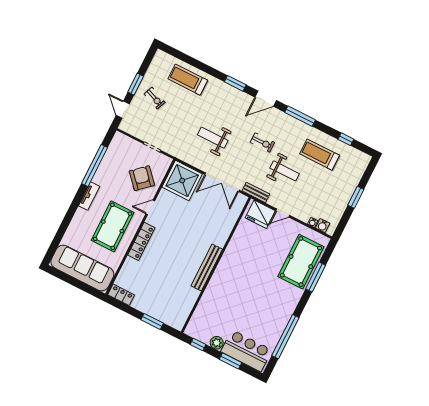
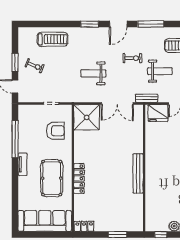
treadmill: (188, 80) -> (52, 39), turned 180
armchair: (142, 178) -> (55, 131), turned 132
door: (150, 207) -> (73, 150), removed

